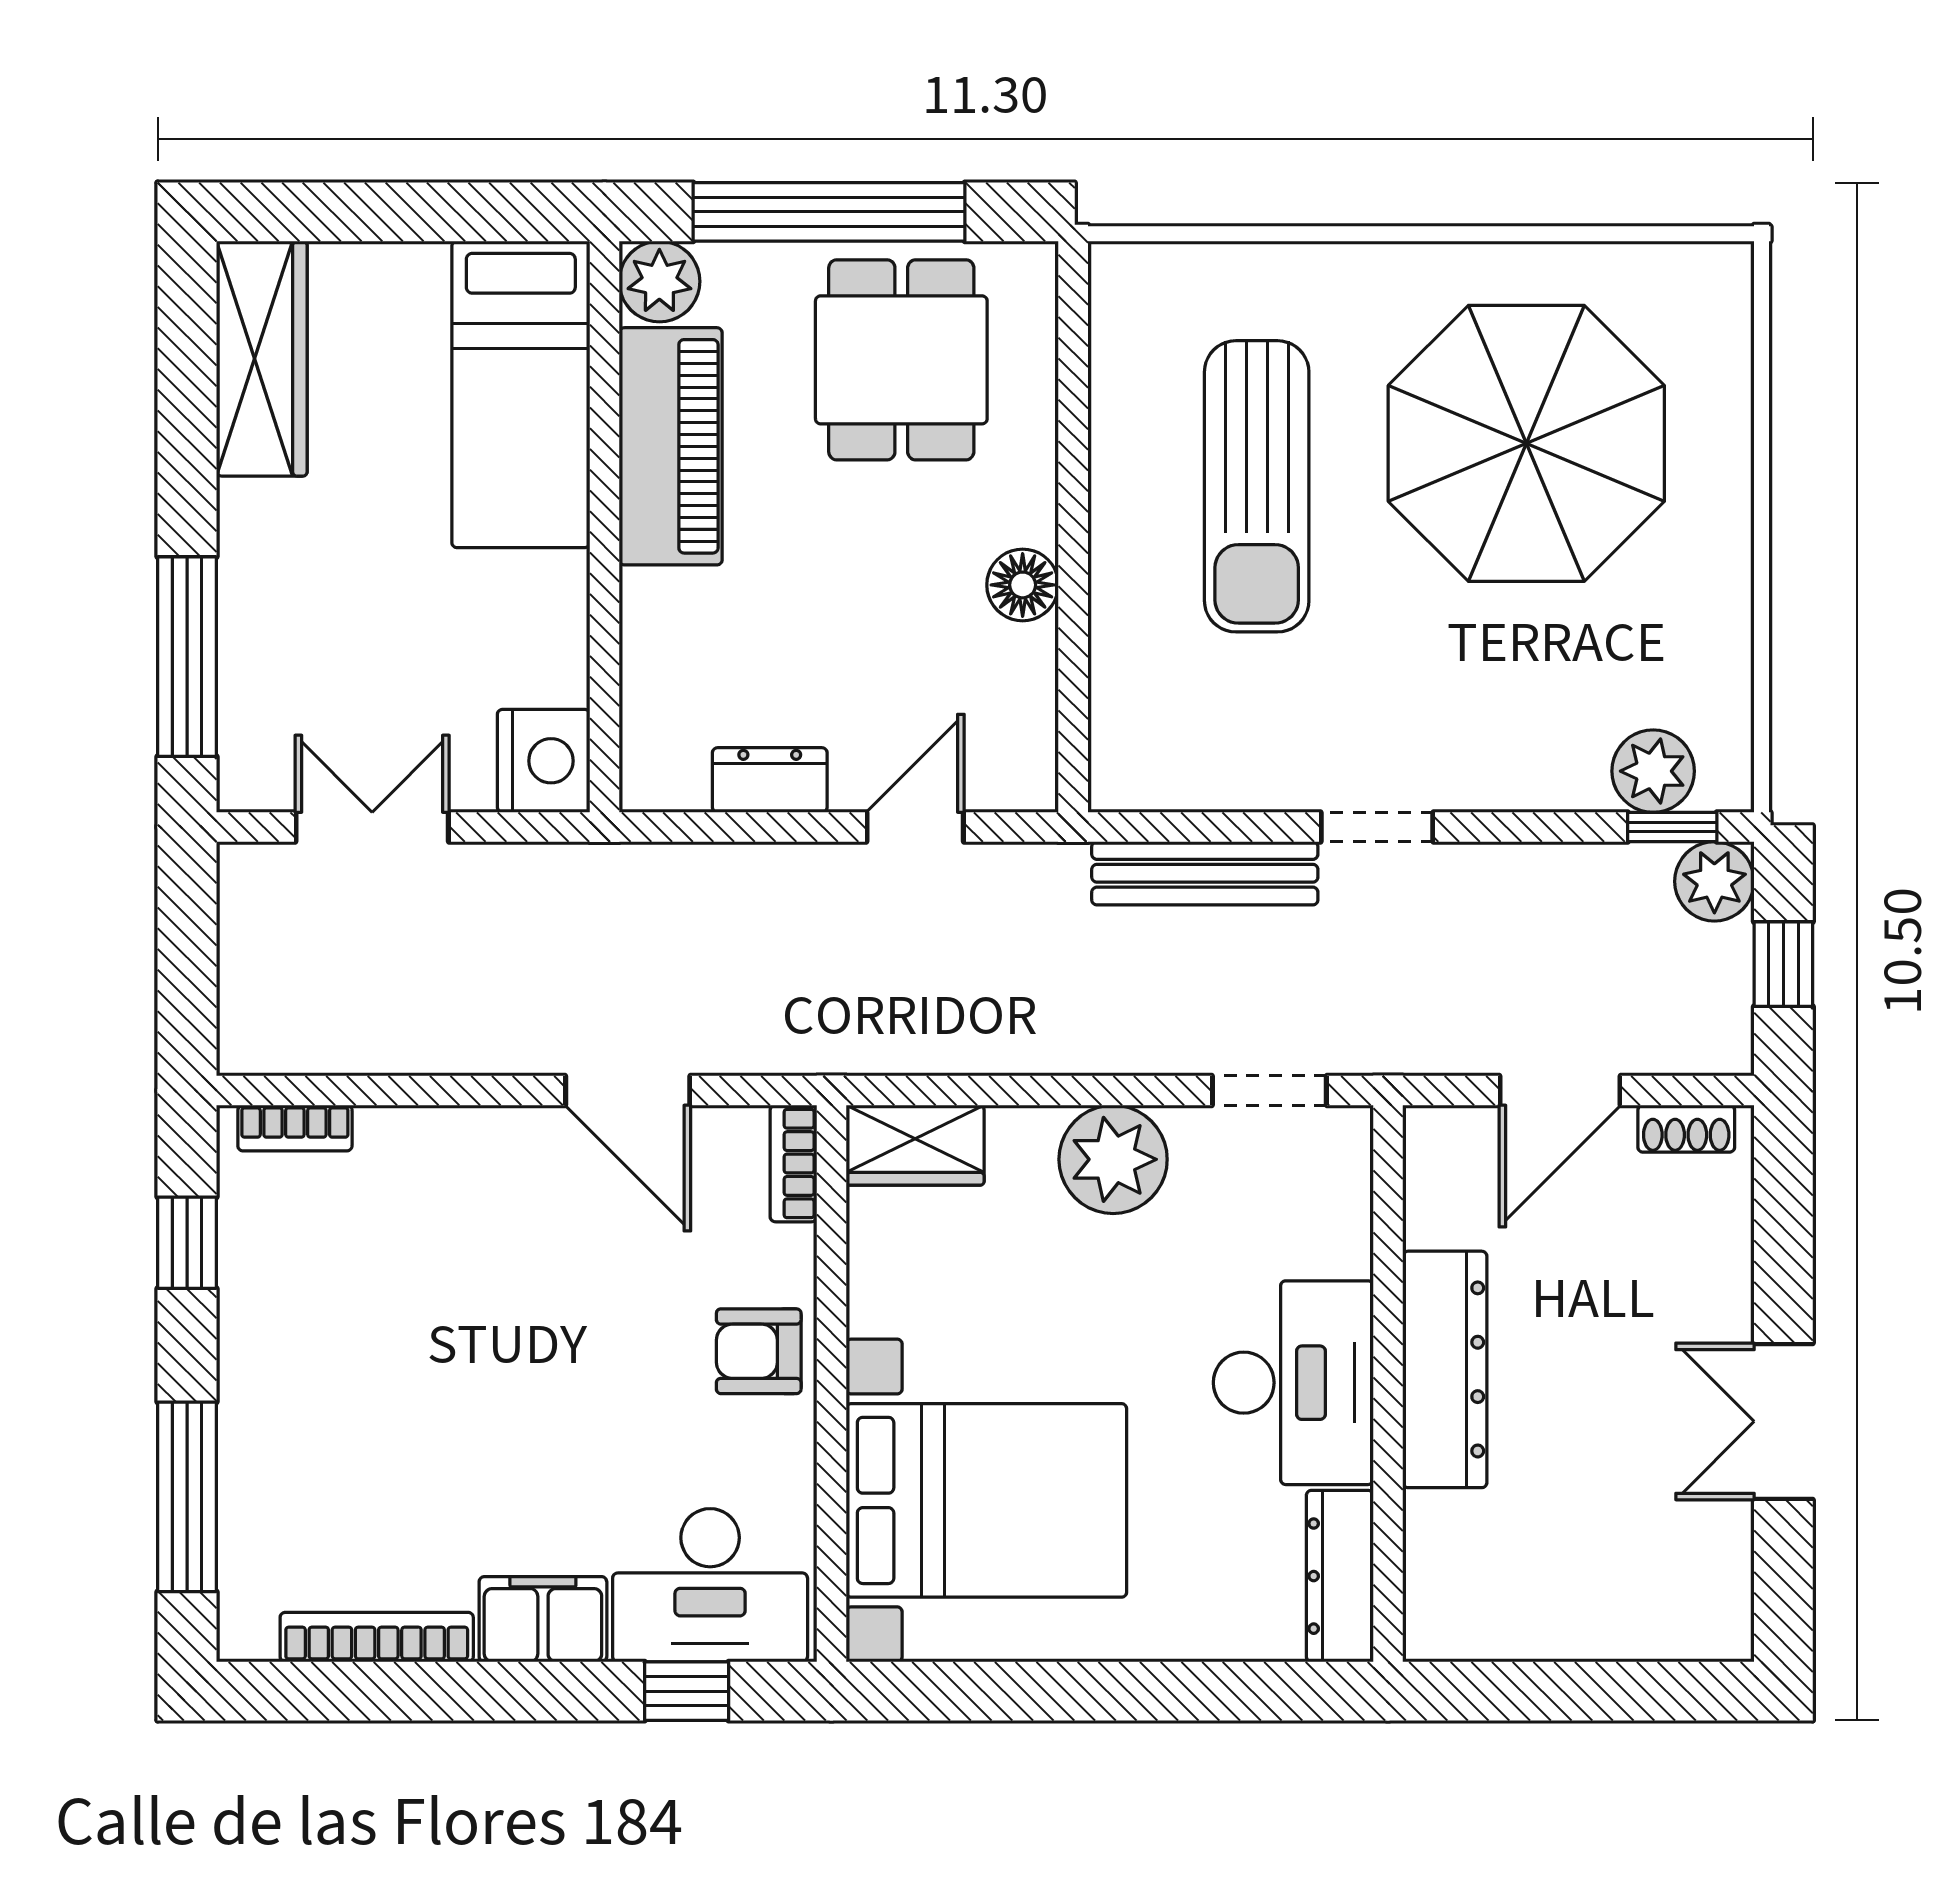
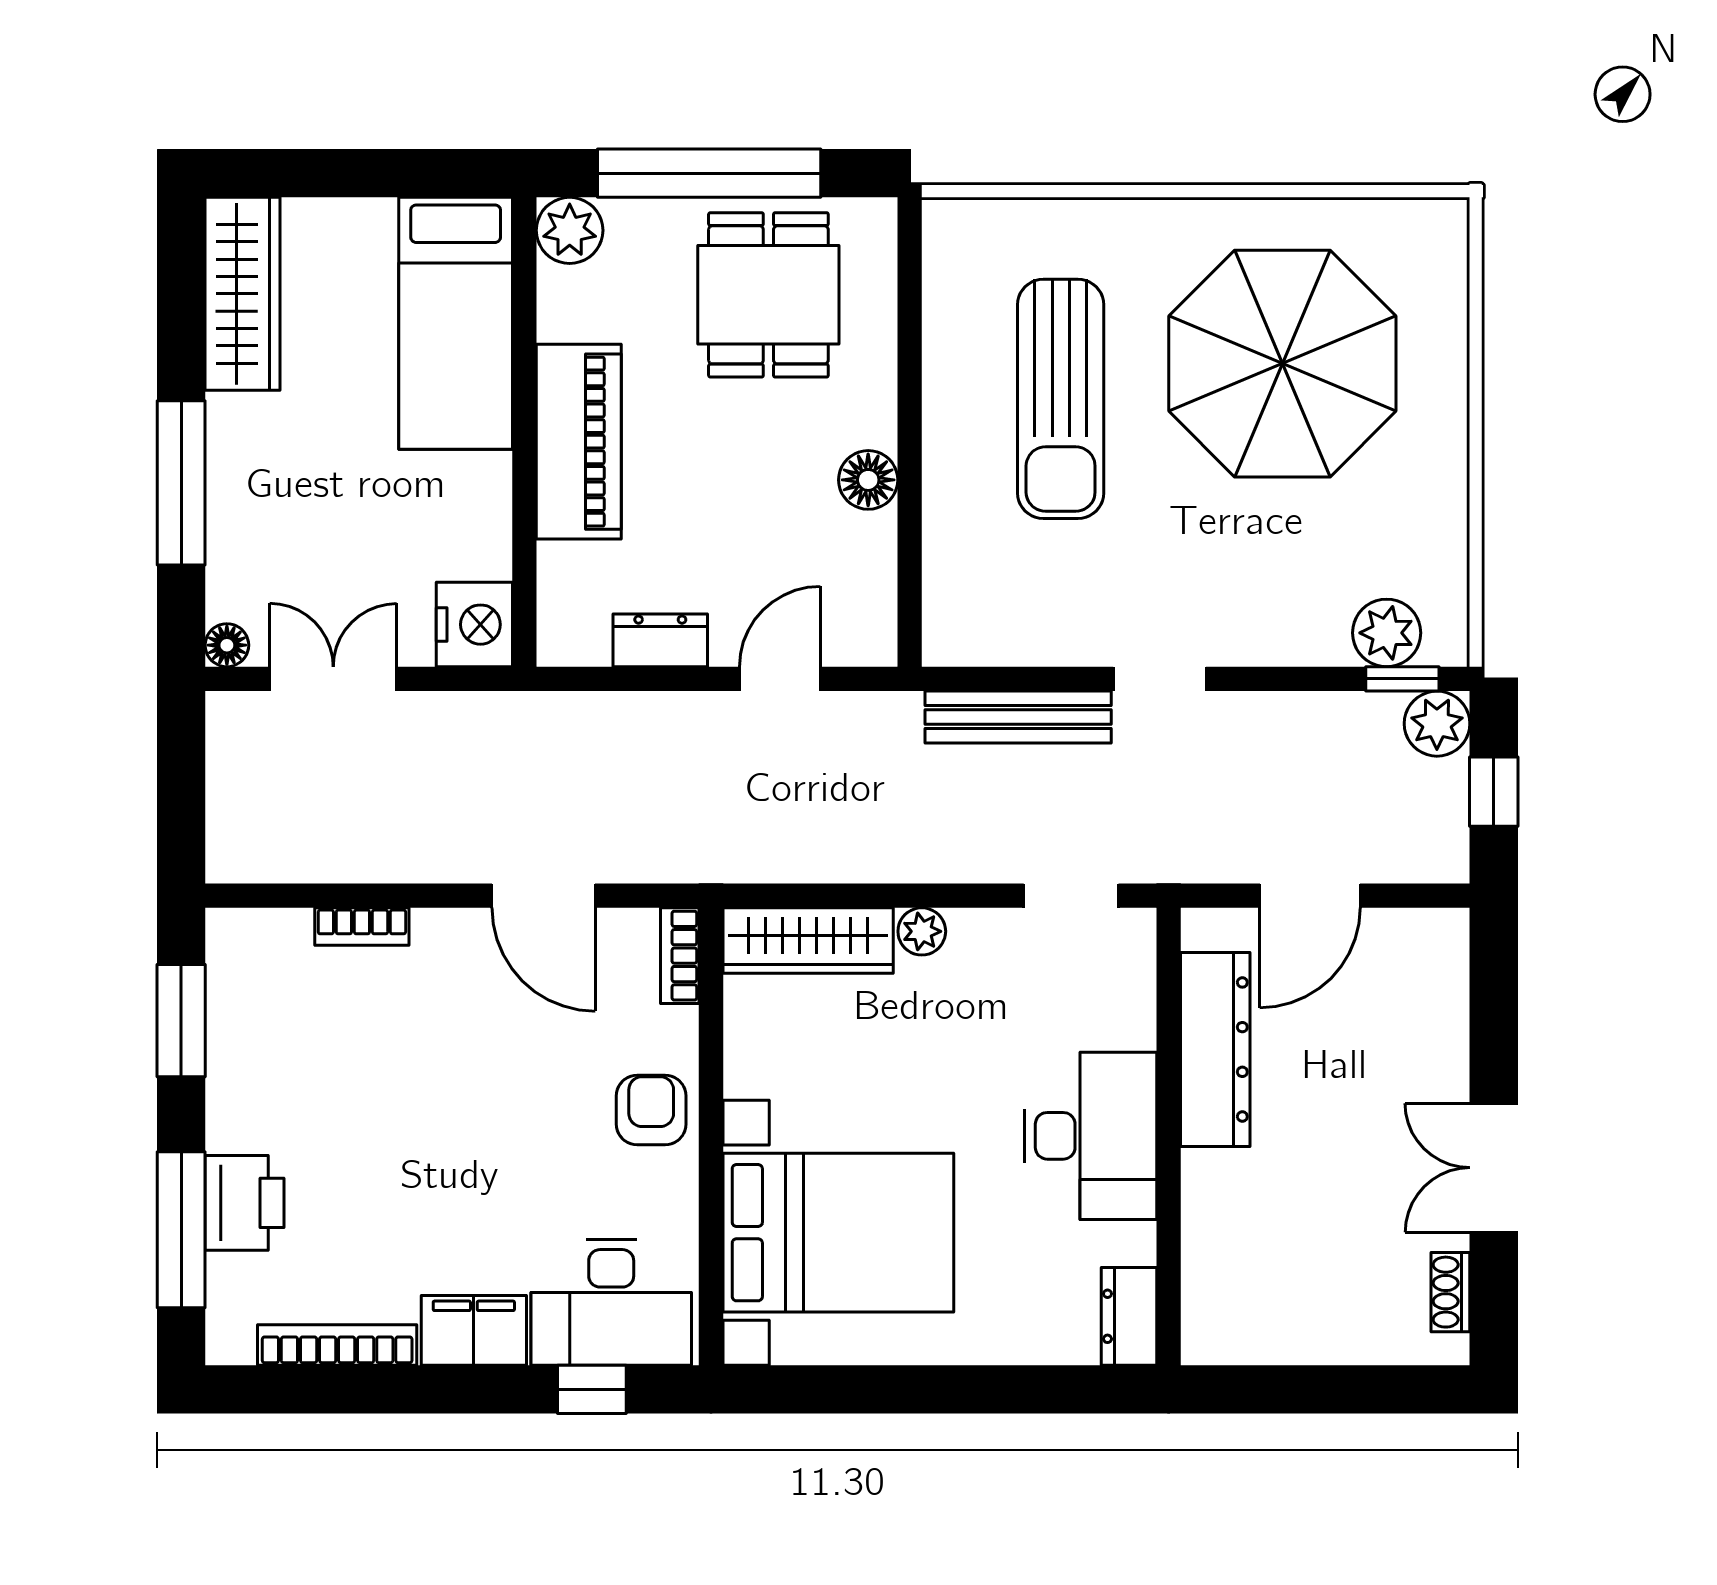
piano: (671, 446) -> (579, 442), moved
window: (187, 657) -> (181, 483), moved
floor lamp: (243, 786) -> (227, 645), added
bookcase: (295, 1128) -> (362, 926), moved
shoe rack: (1686, 1129) -> (1450, 1292), moved, turned 90
wardrobe: (915, 1145) -> (808, 941), width x1.50
plant: (1113, 1159) -> (922, 931), width x0.53, depth x0.53
window: (187, 1243) -> (181, 1021), width x1.50
armchair: (759, 1351) -> (651, 1110), turned 90
dresser: (1445, 1369) -> (1215, 1049), moved
printer: (264, 1464) -> (245, 1203), added
dresser: (1340, 1576) -> (1129, 1316), width x0.70

